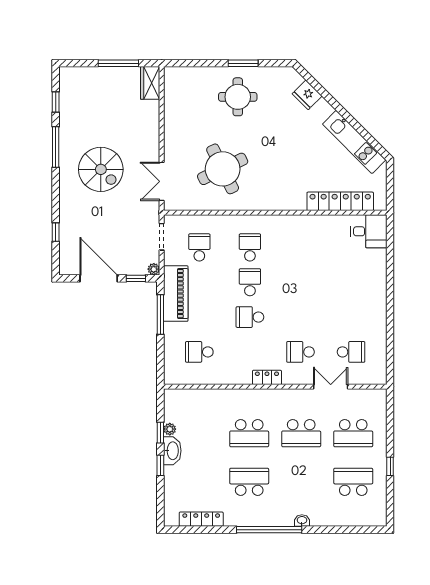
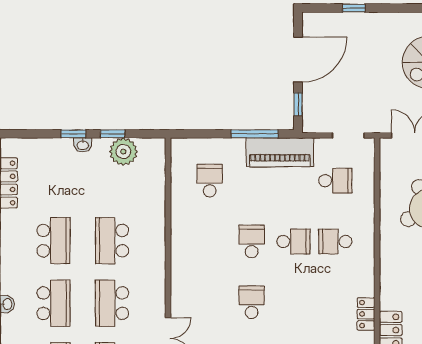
school desk: (250, 247) -> (335, 241), turned 180
plant: (154, 269) -> (309, 126), removed
school desk: (300, 352) -> (252, 302), moved
locker: (267, 377) -> (366, 314), moved, turned 180
plant: (170, 429) -> (123, 152), width x1.88, depth x1.88
washbasin: (172, 451) -> (83, 145), width x0.52, depth x0.69
school desk: (301, 482) -> (54, 303), added

